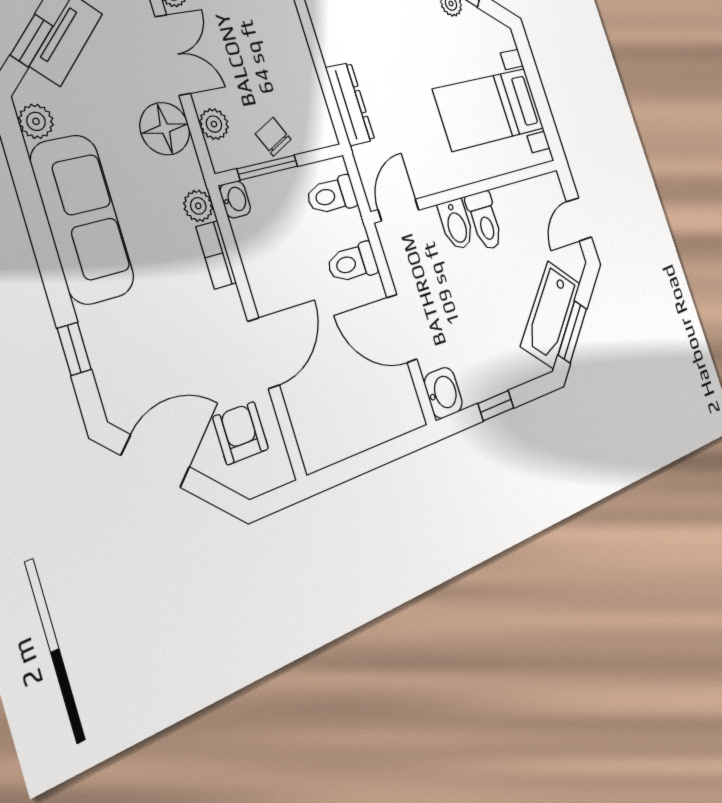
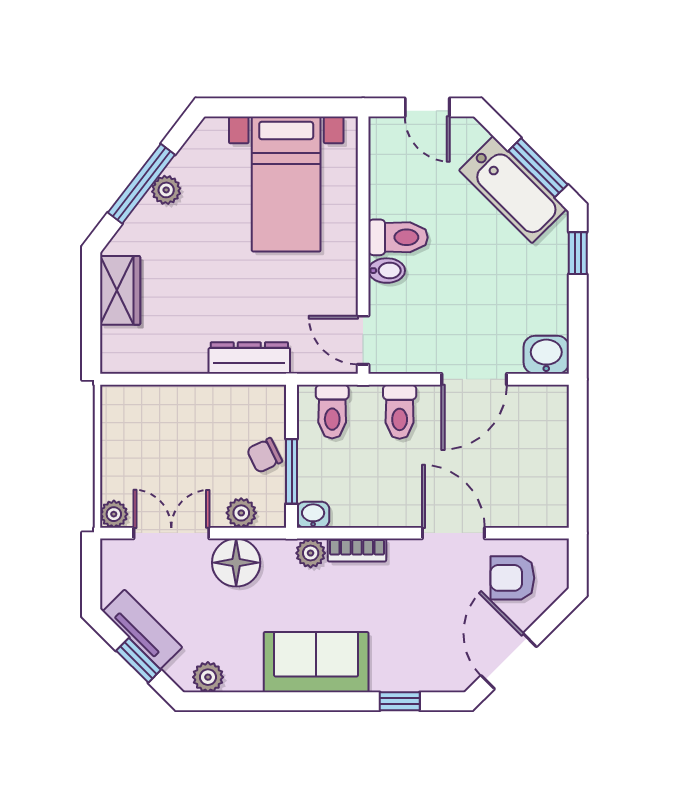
sofa: (82, 219) -> (316, 662), width x0.73
bidet: (456, 224) -> (387, 271), width x0.72, depth x0.74
window: (496, 406) -> (578, 253), moved

